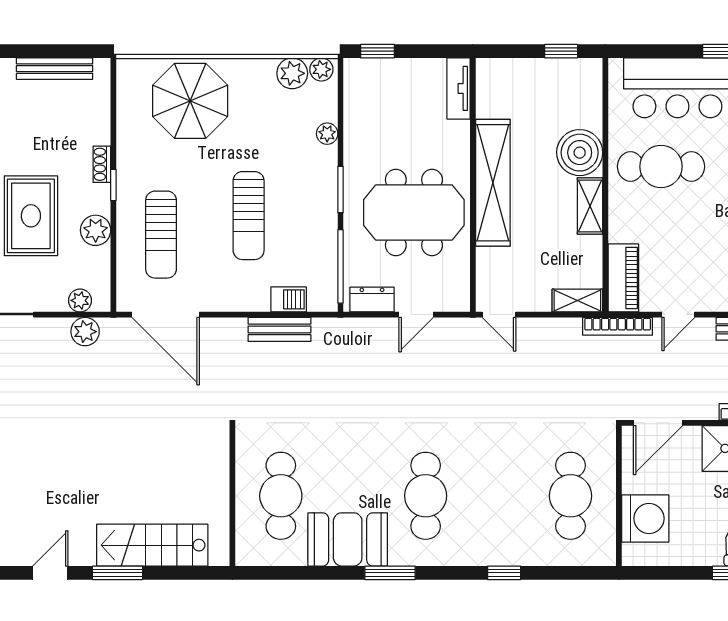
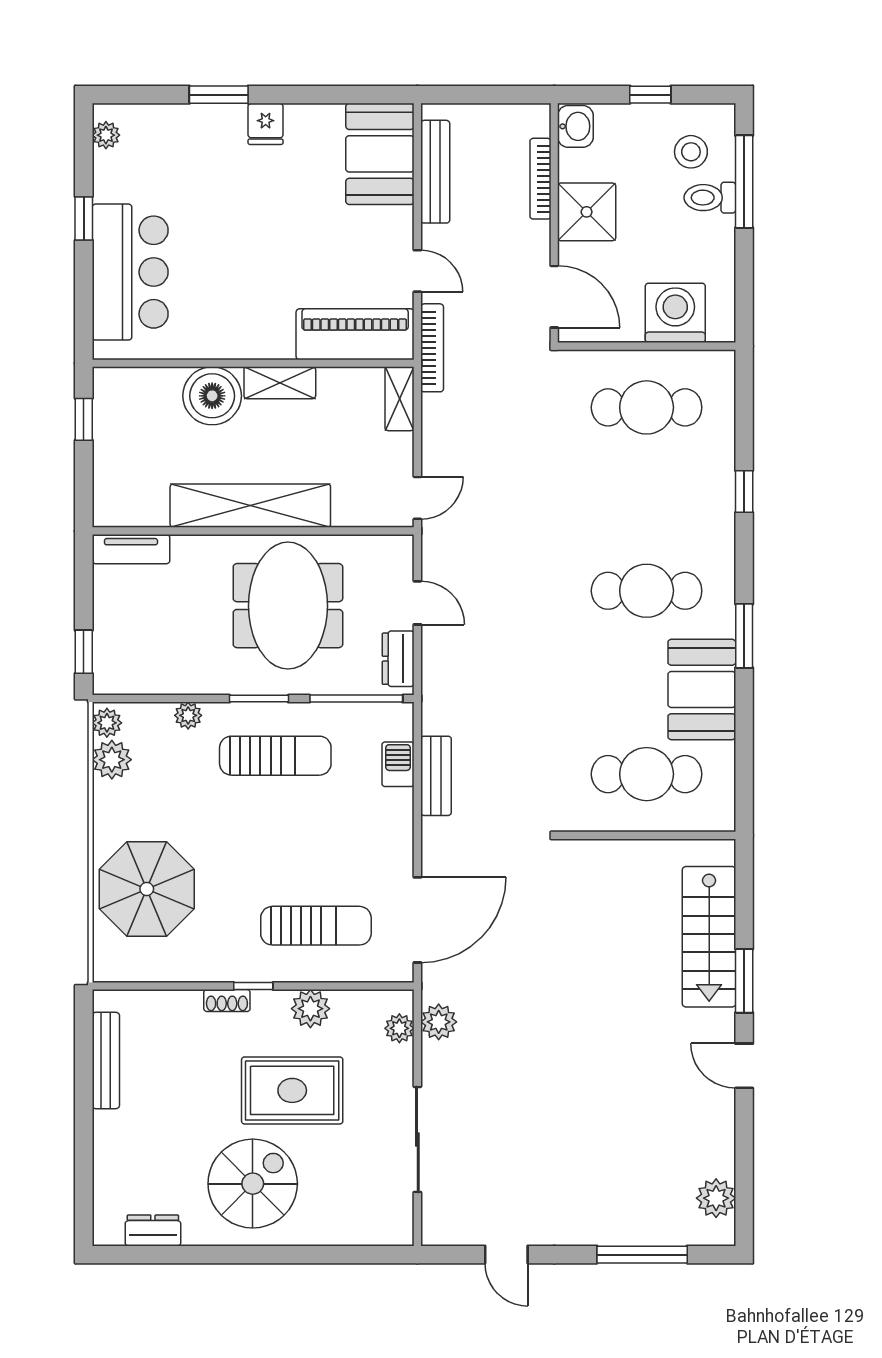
cafe table: (661, 167) -> (230, 293), removed
sun lounger: (249, 216) -> (275, 756), moved
piano: (623, 278) -> (355, 334), width x1.37, depth x1.33

